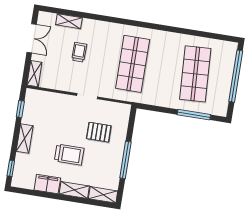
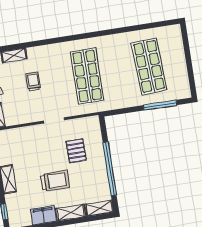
window: (236, 76) -> (188, 56), removed
pallet: (99, 132) -> (76, 151), turned 90
window: (125, 160) -> (110, 169), width x1.46

